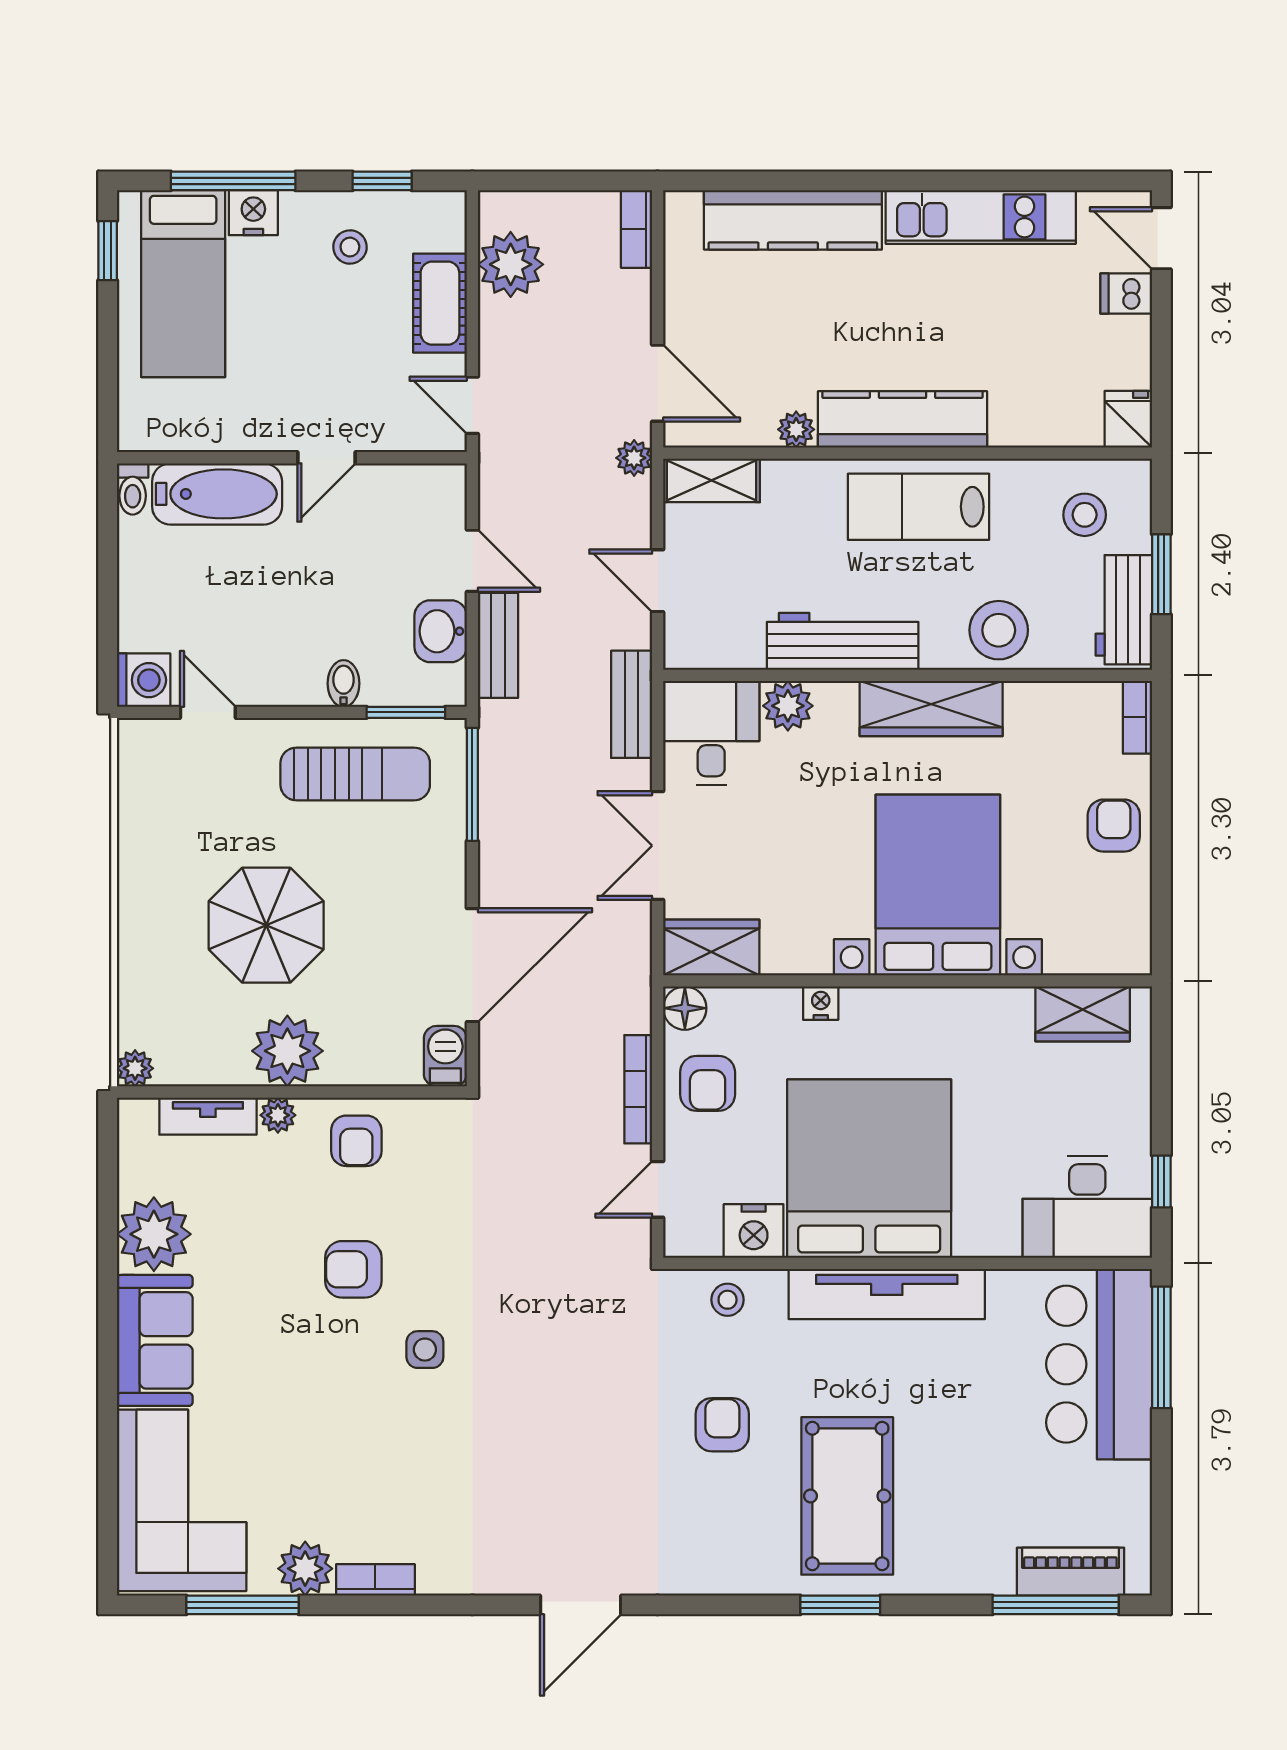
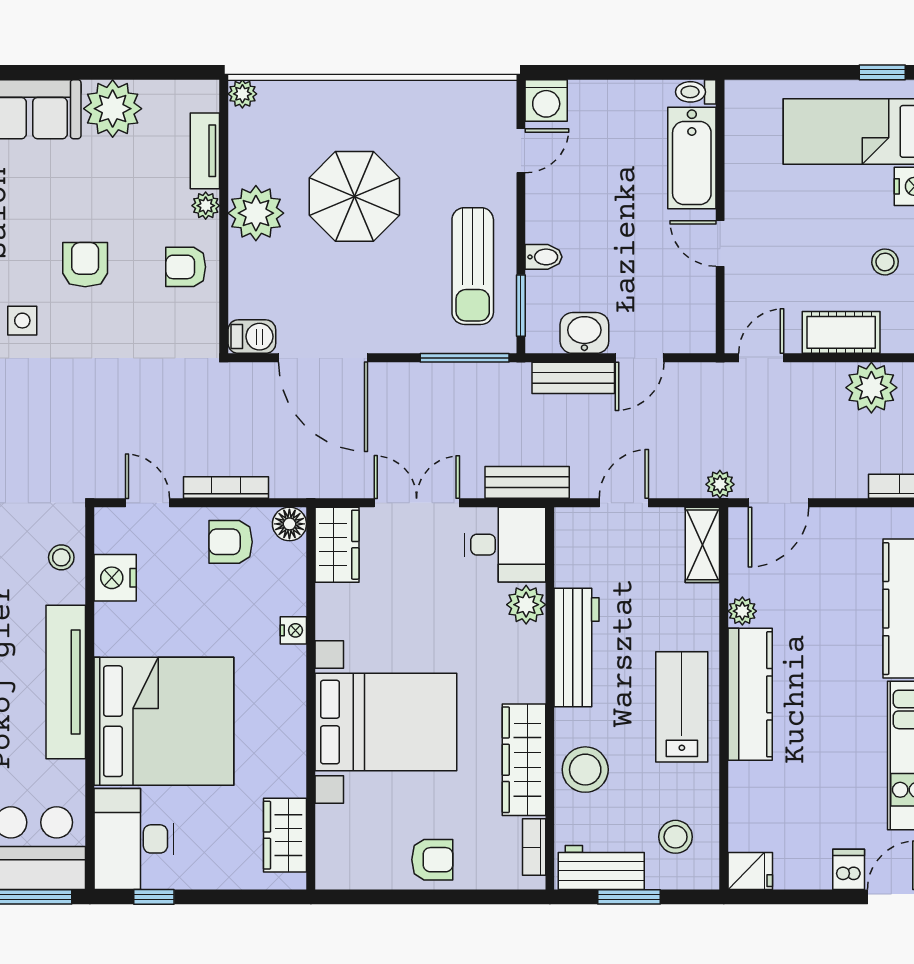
wardrobe: (931, 709) -> (524, 760), moved
bookcase: (1137, 717) -> (534, 847), moved, turned -90
bed: (869, 1169) -> (164, 721), moved

